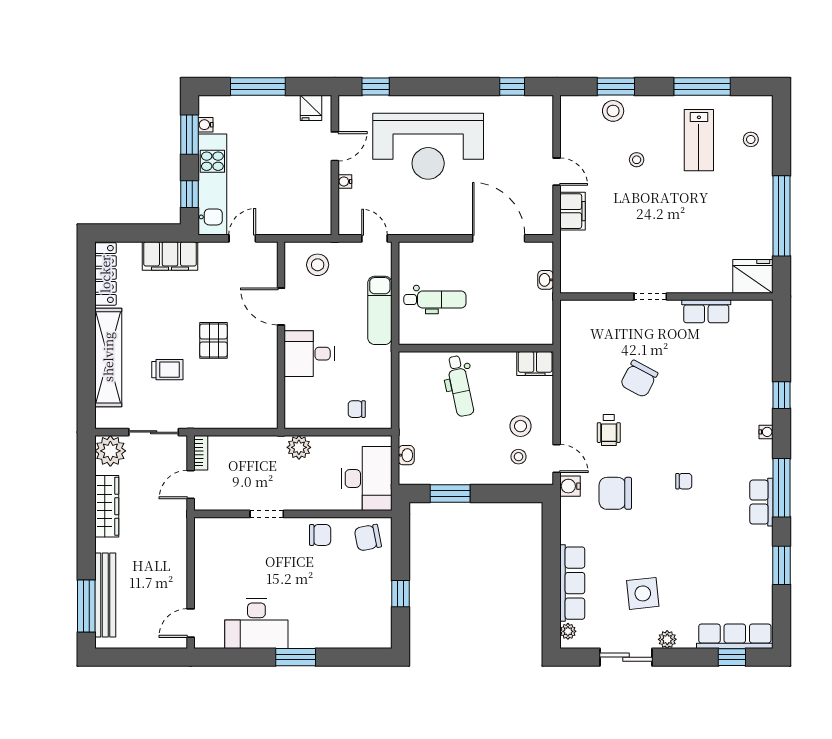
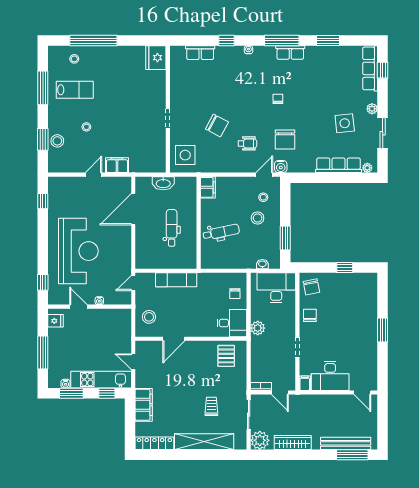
window: (782, 216) -> (93, 41), moved
washbasin: (546, 280) -> (163, 183), width x1.91, depth x1.45
dental chair: (435, 300) -> (172, 228), moved
row of seats: (706, 311) -> (200, 53), moved, turned 90
side table: (589, 326) -> (185, 155), added
pallet: (214, 340) -> (226, 356), moved, turned 90
desk: (309, 354) -> (232, 323), moved, turned -90
stool: (520, 426) -> (258, 218), moved
filing cabinet: (206, 526) -> (305, 383), added
desk: (256, 624) -> (330, 376), moved, turned 90

